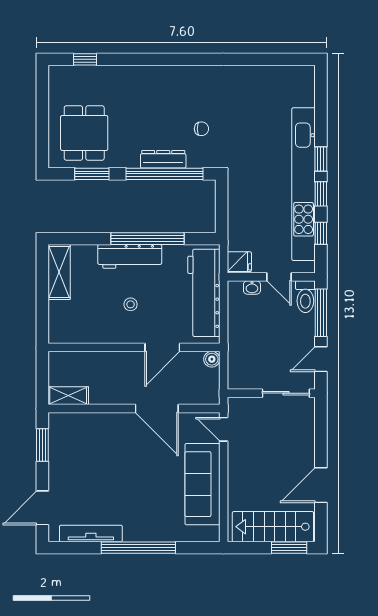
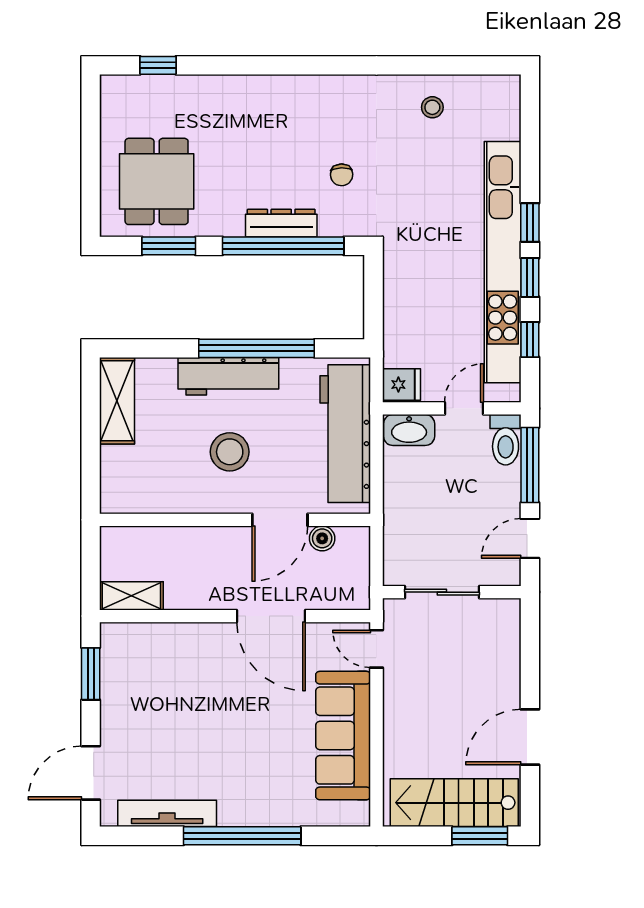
stool: (259, 86) -> (432, 107), added
chair: (201, 129) -> (342, 175), turned 88
door: (279, 277) -> (464, 408), swing flipped
washbasin: (252, 287) -> (409, 430), width x1.91, depth x1.45
stool: (131, 304) -> (230, 452), width x1.89, depth x1.89
boiler: (212, 359) -> (322, 538), moved
sliding door: (286, 393) -> (442, 592), moved

